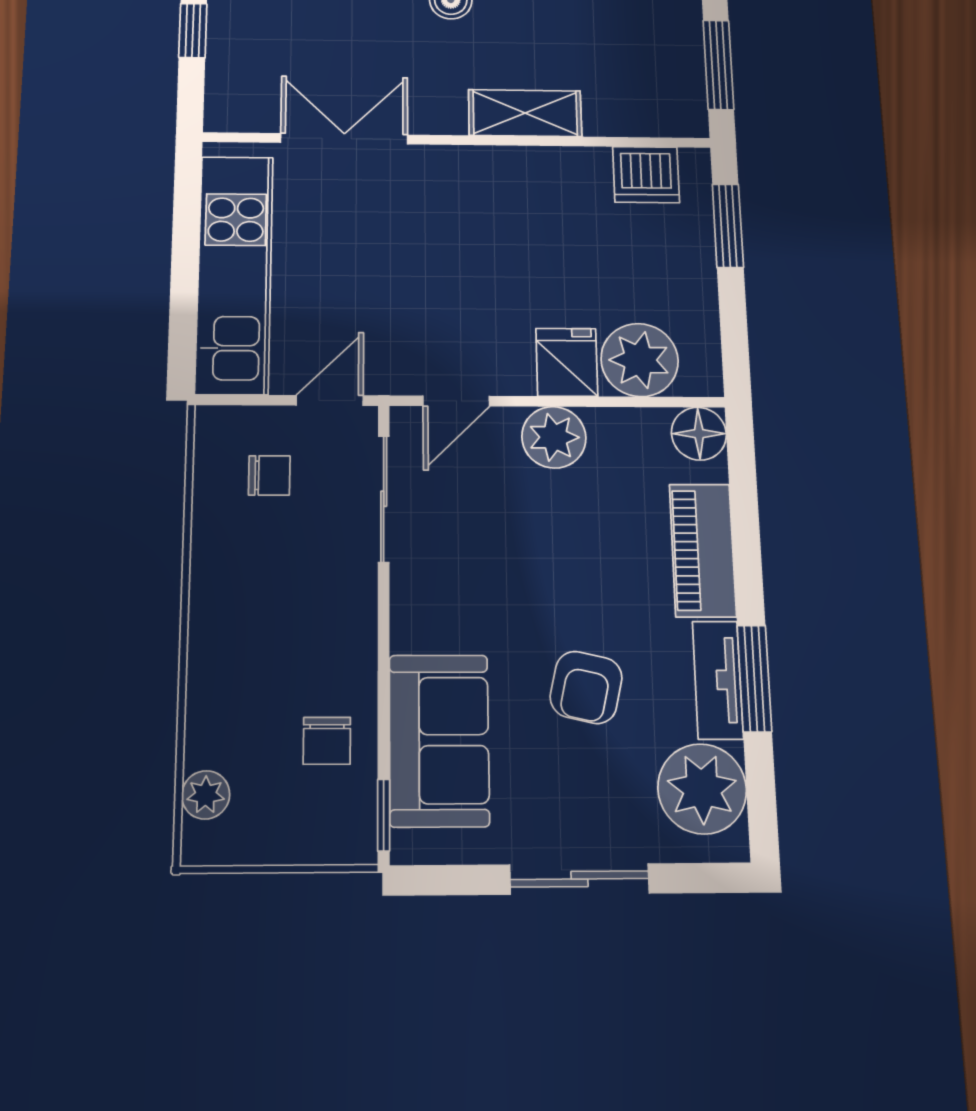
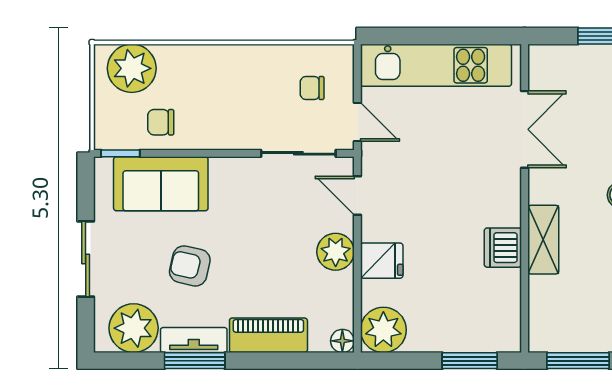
dishwasher: (646, 175) -> (503, 248), moved
plant: (640, 360) -> (383, 330), moved
floor lamp: (699, 434) -> (342, 341), width x0.73, depth x0.73
chair: (269, 475) -> (312, 88), turned 90
plant: (206, 795) -> (132, 68), width x1.87, depth x1.87

